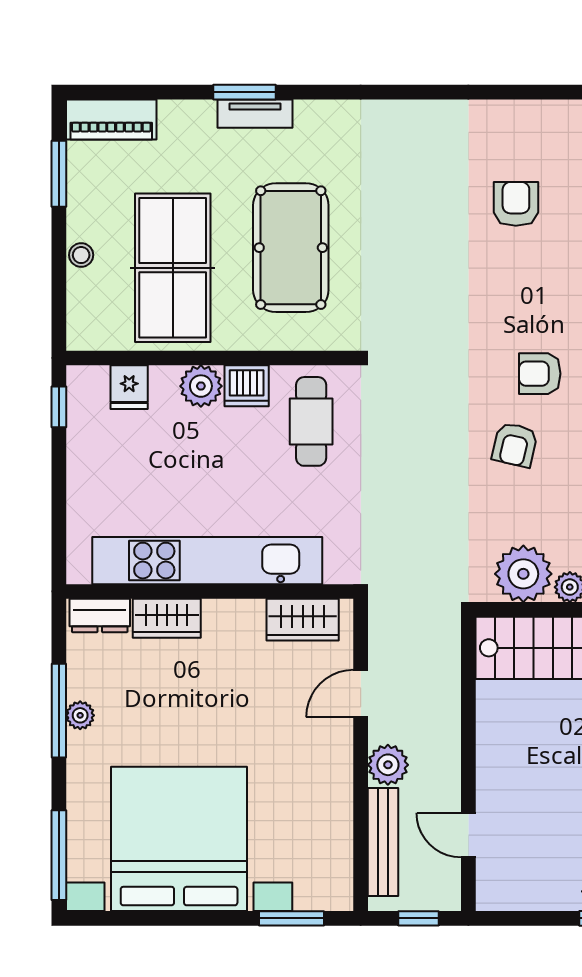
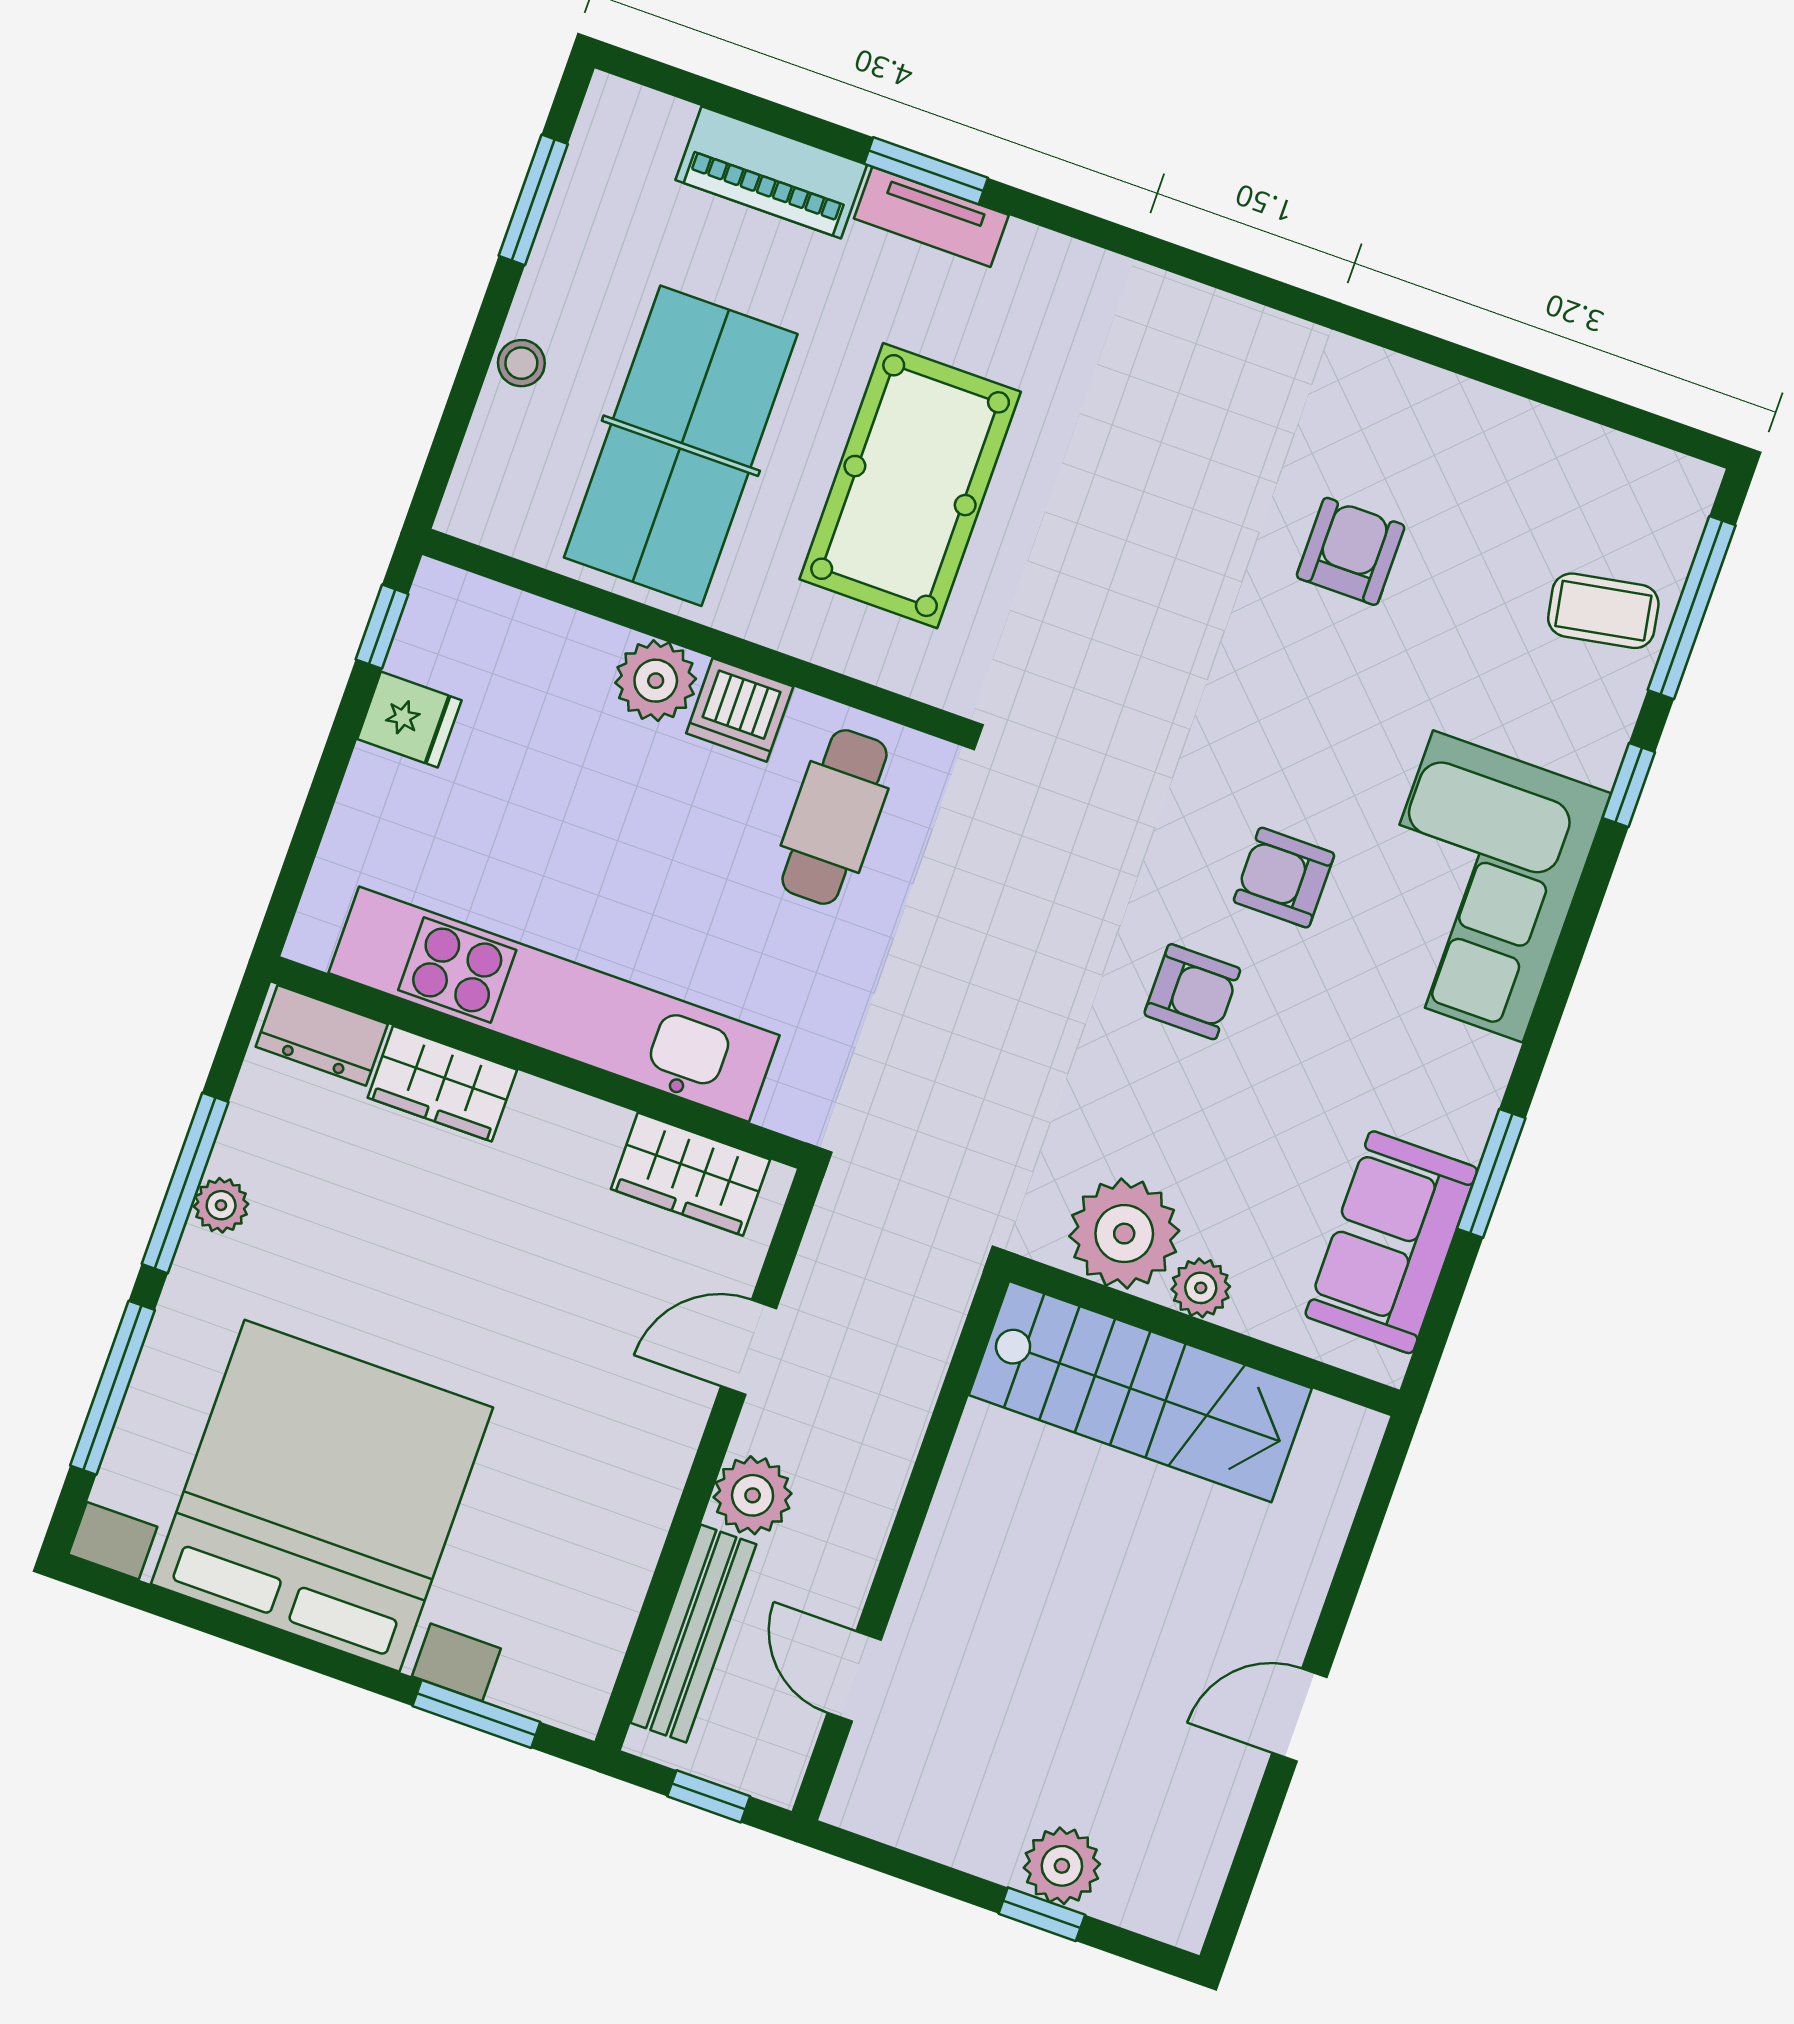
piano: (111, 120) -> (771, 172), moved
fridge: (129, 387) -> (409, 720), moved, turned -90
armchair: (515, 445) -> (1192, 992), turned -103
window: (59, 855) -> (113, 1388), moved

